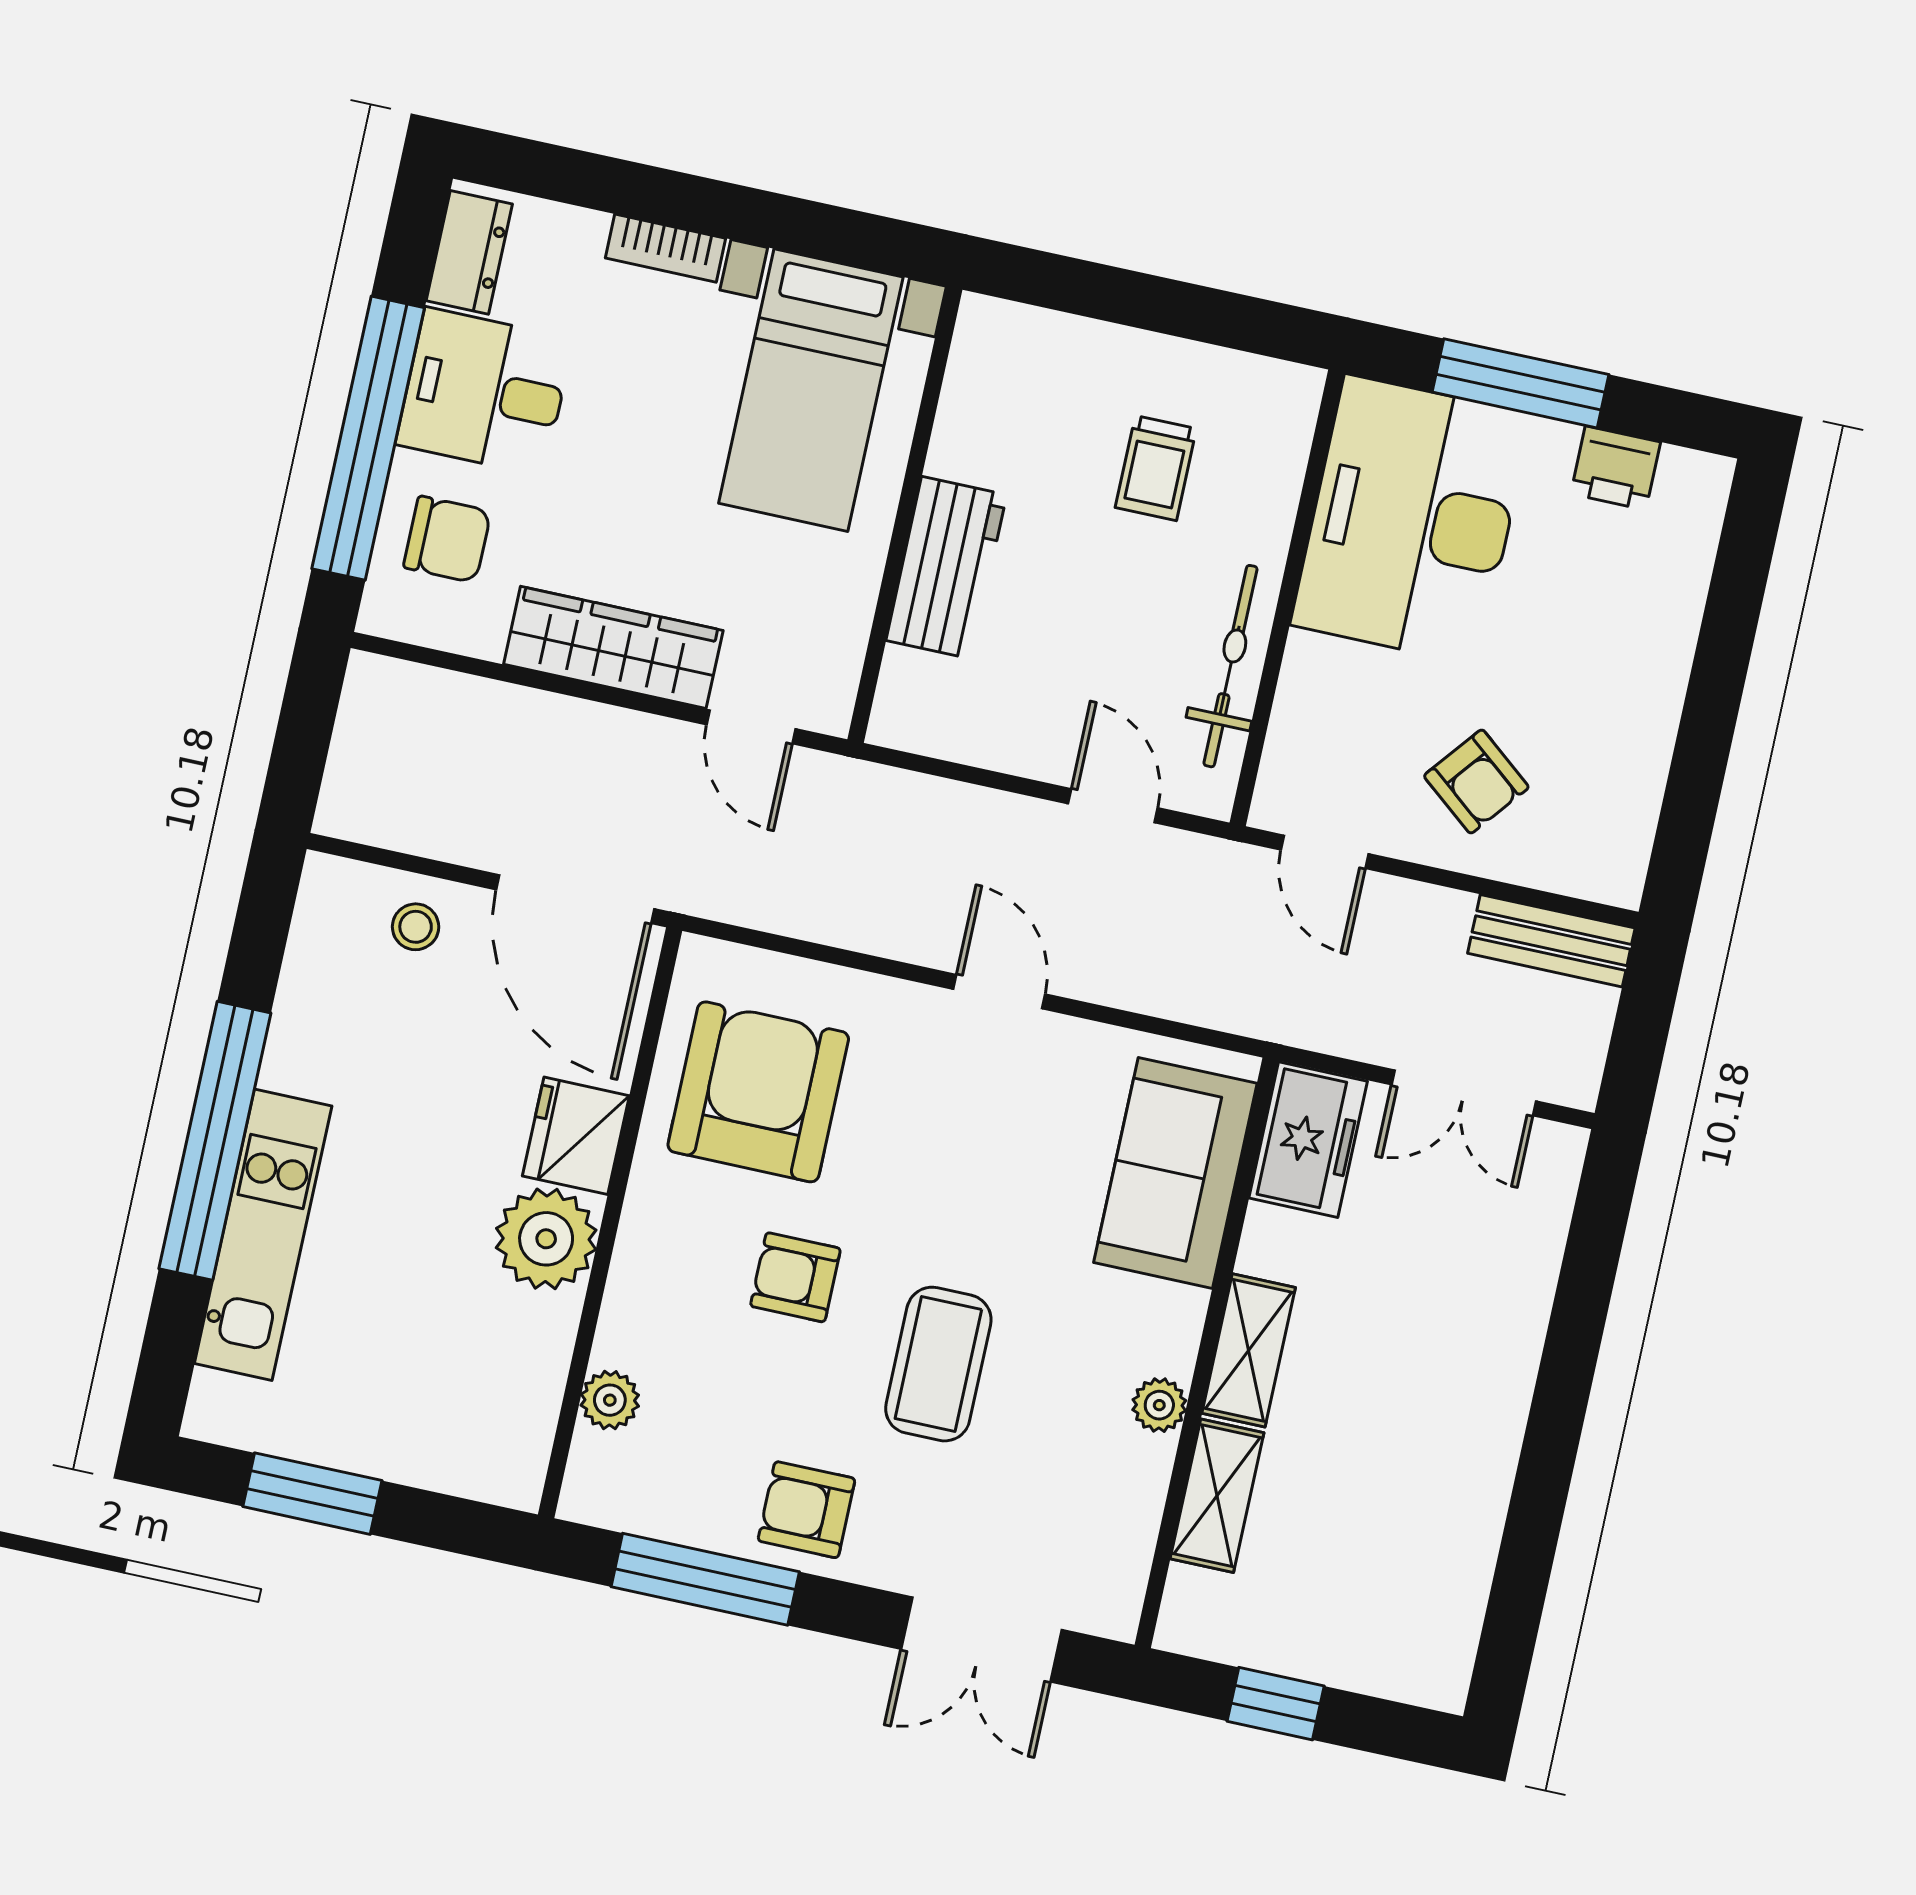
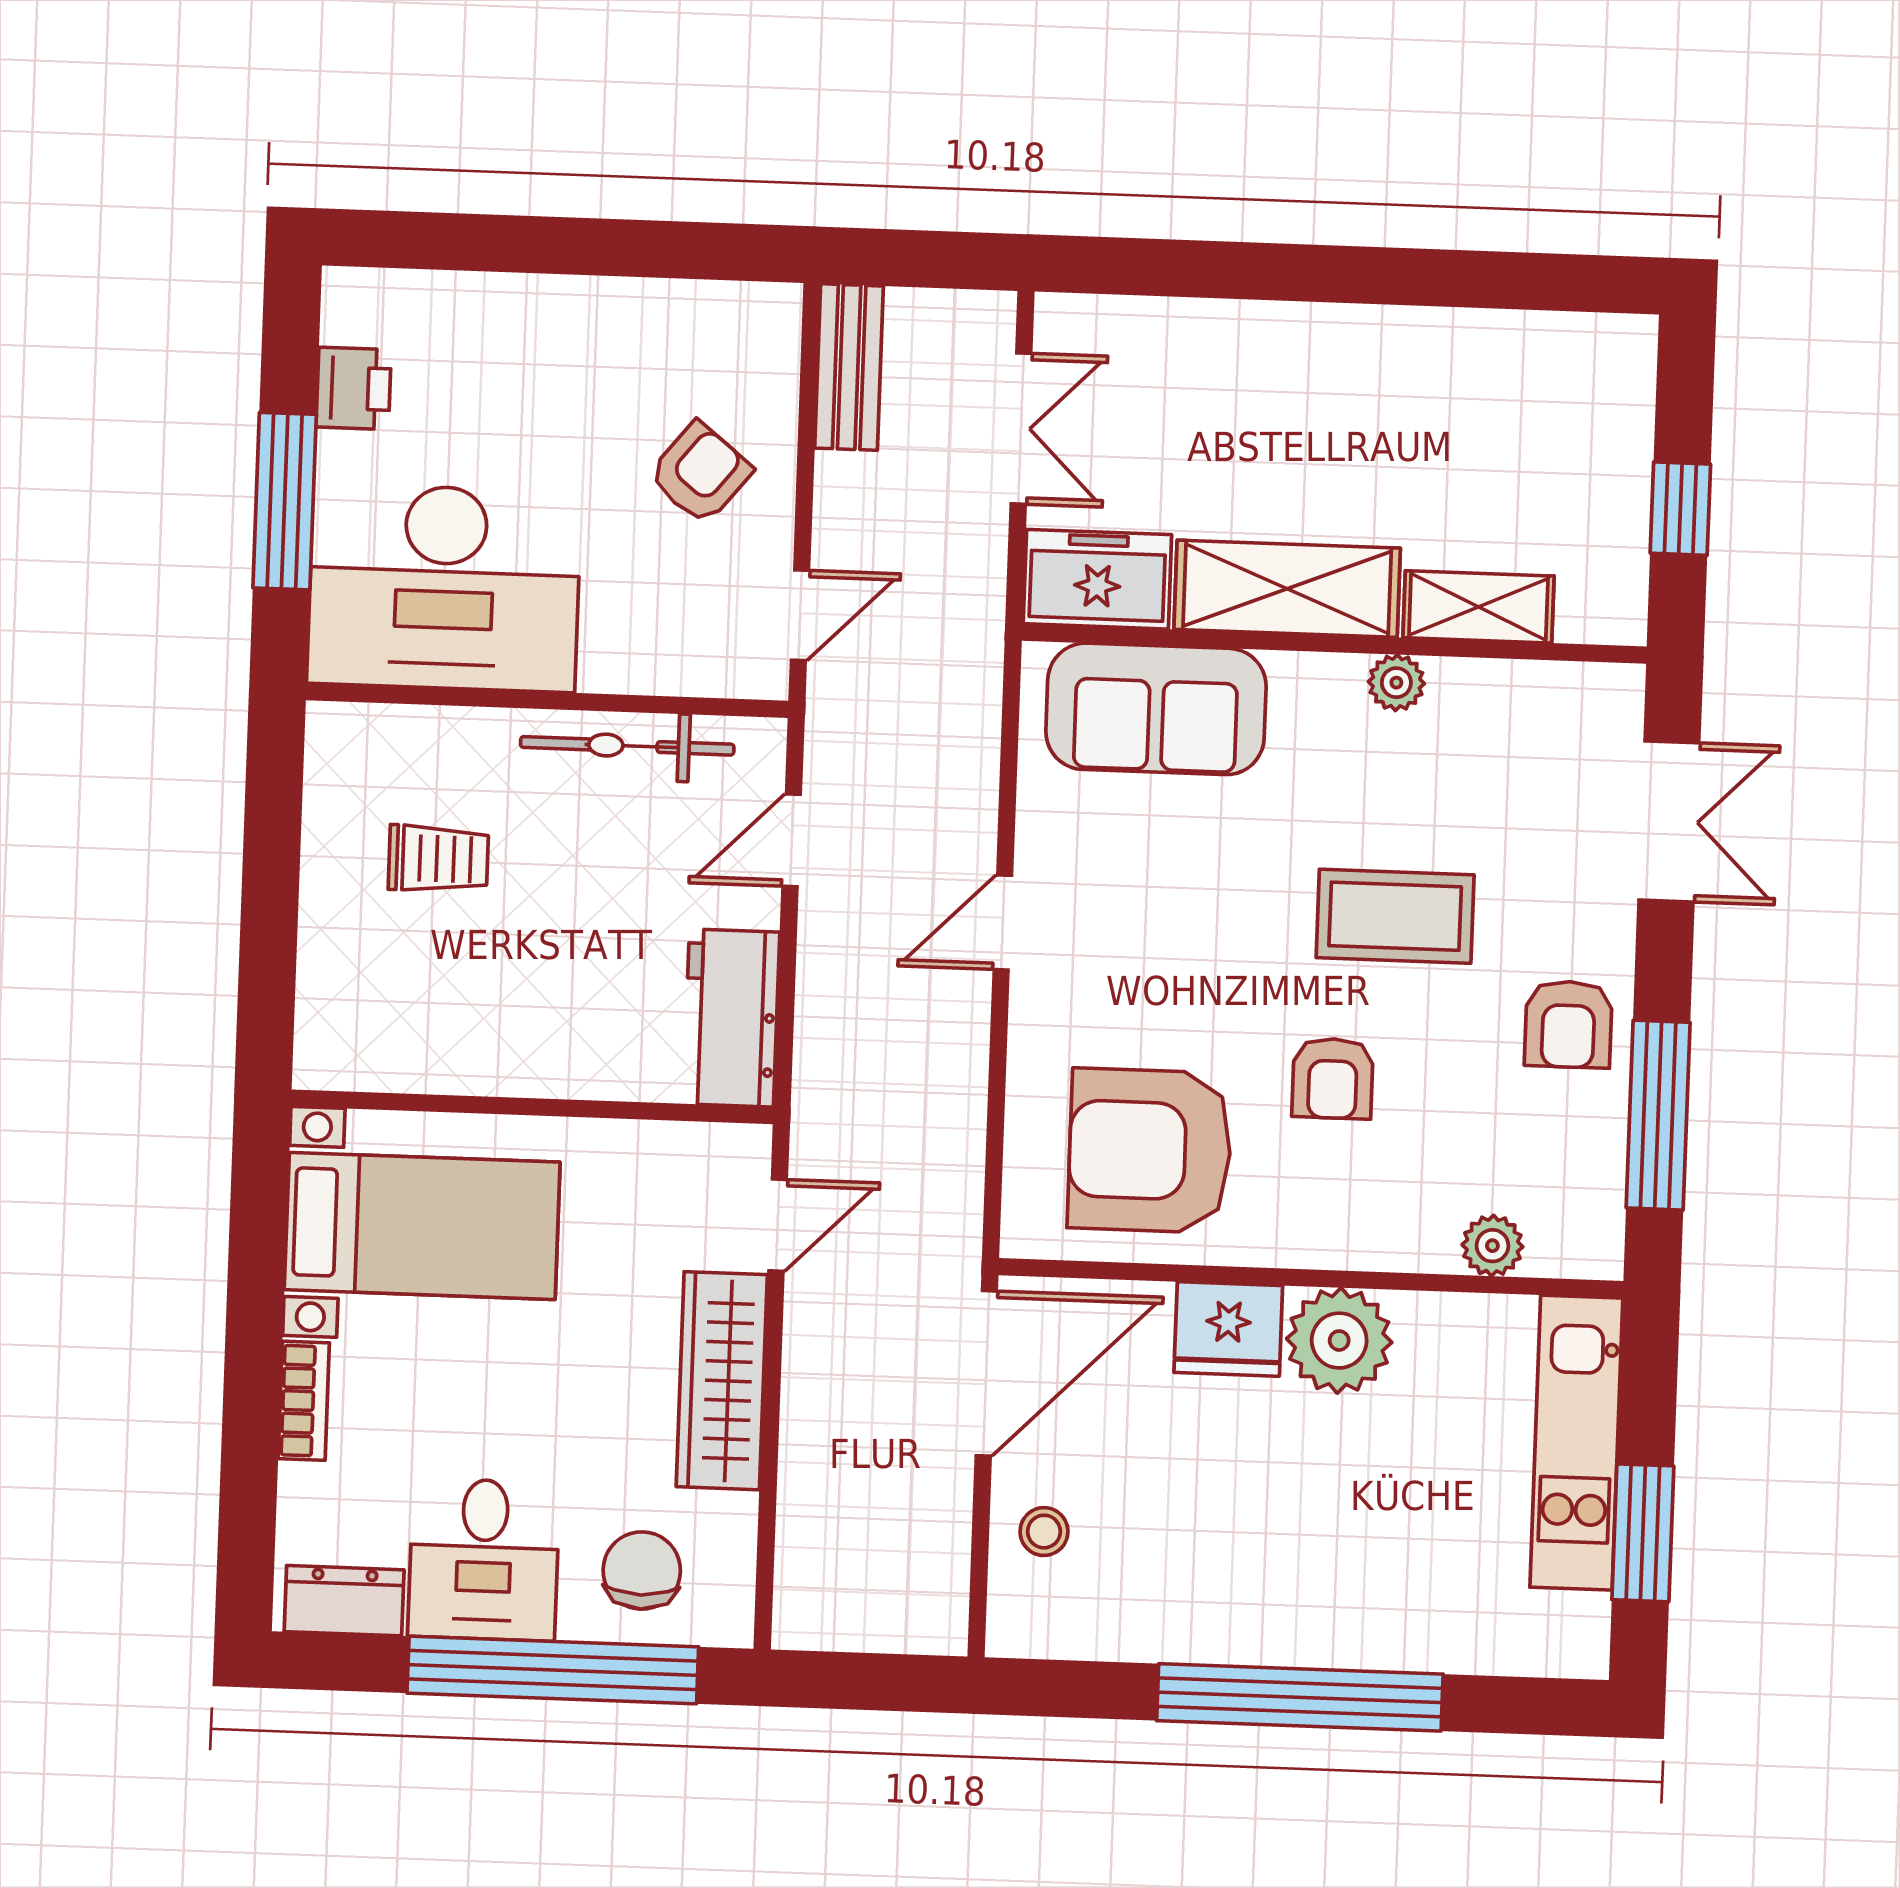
workbench: (946, 568) -> (731, 1018), moved, turned -90
kitchen unit: (263, 1235) -> (1576, 1443), moved, turned -90
shelving: (1249, 1350) -> (1287, 589), width x1.50, depth x1.33

